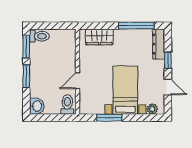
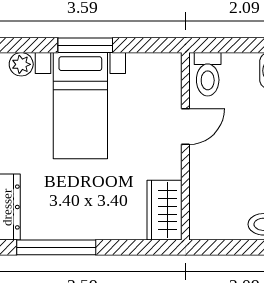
wardrobe: (99, 37) -> (165, 210), moved, turned -90
window: (109, 118) -> (85, 45), moved

